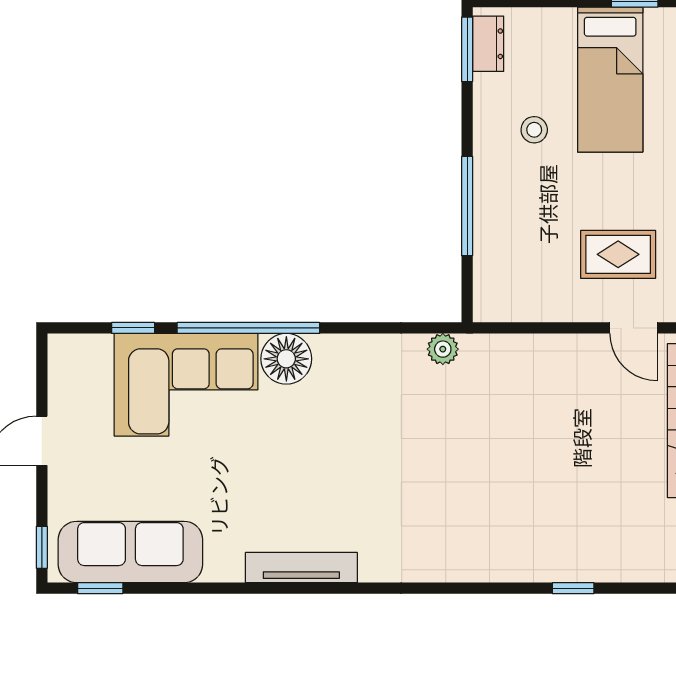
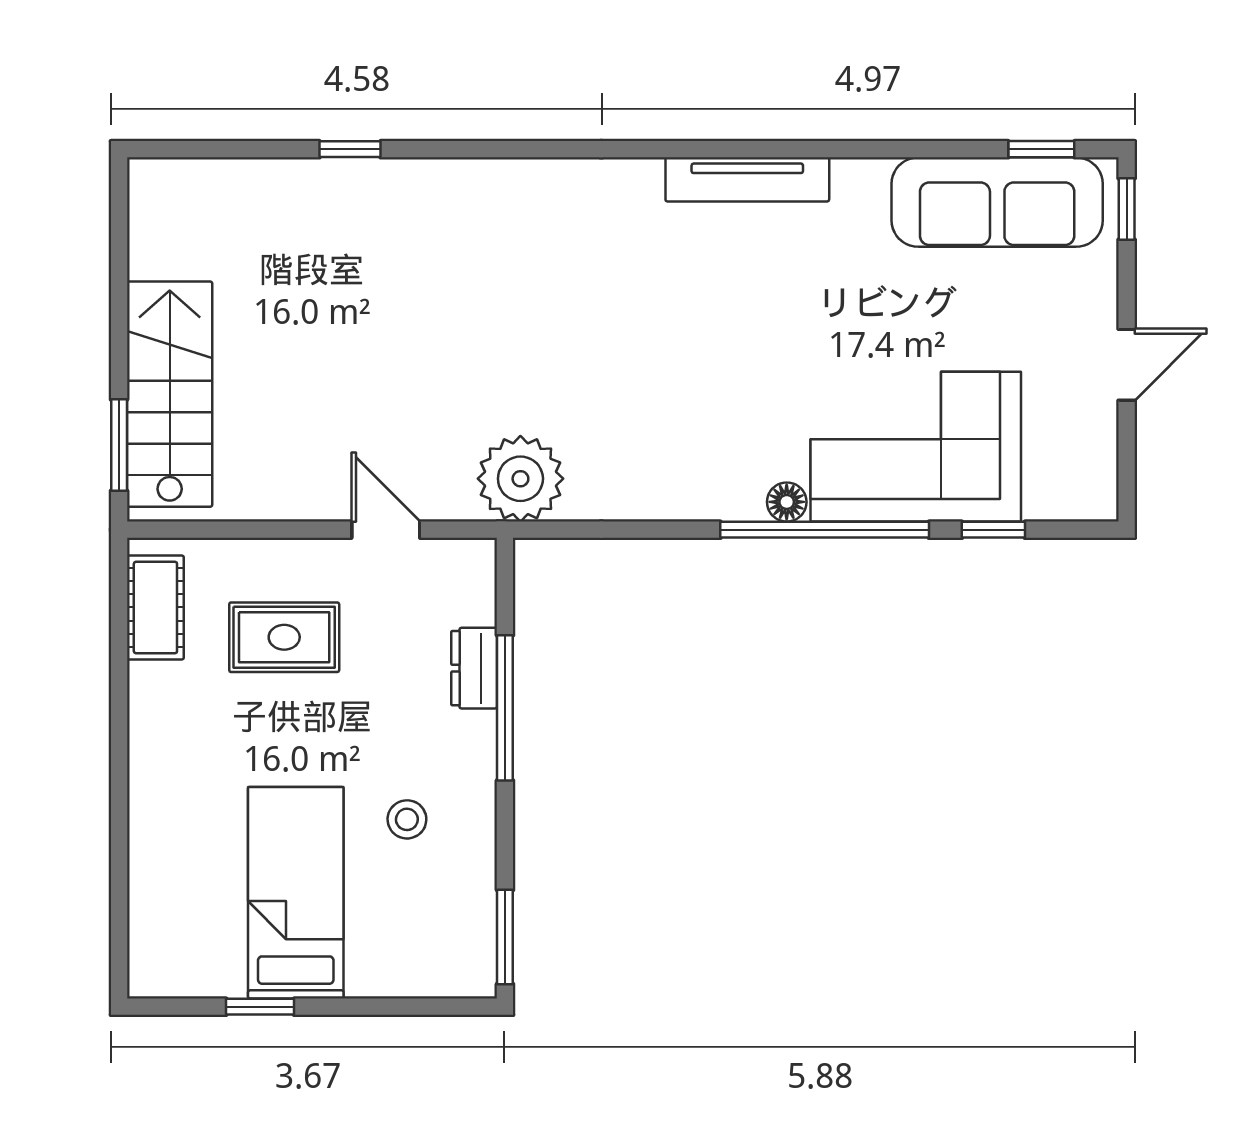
dresser: (488, 44) -> (474, 668), moved
door: (634, 328) -> (386, 530), moved
plant: (443, 349) -> (520, 479), width x1.87, depth x1.87
floor lamp: (286, 359) -> (787, 502), width x0.53, depth x0.53

